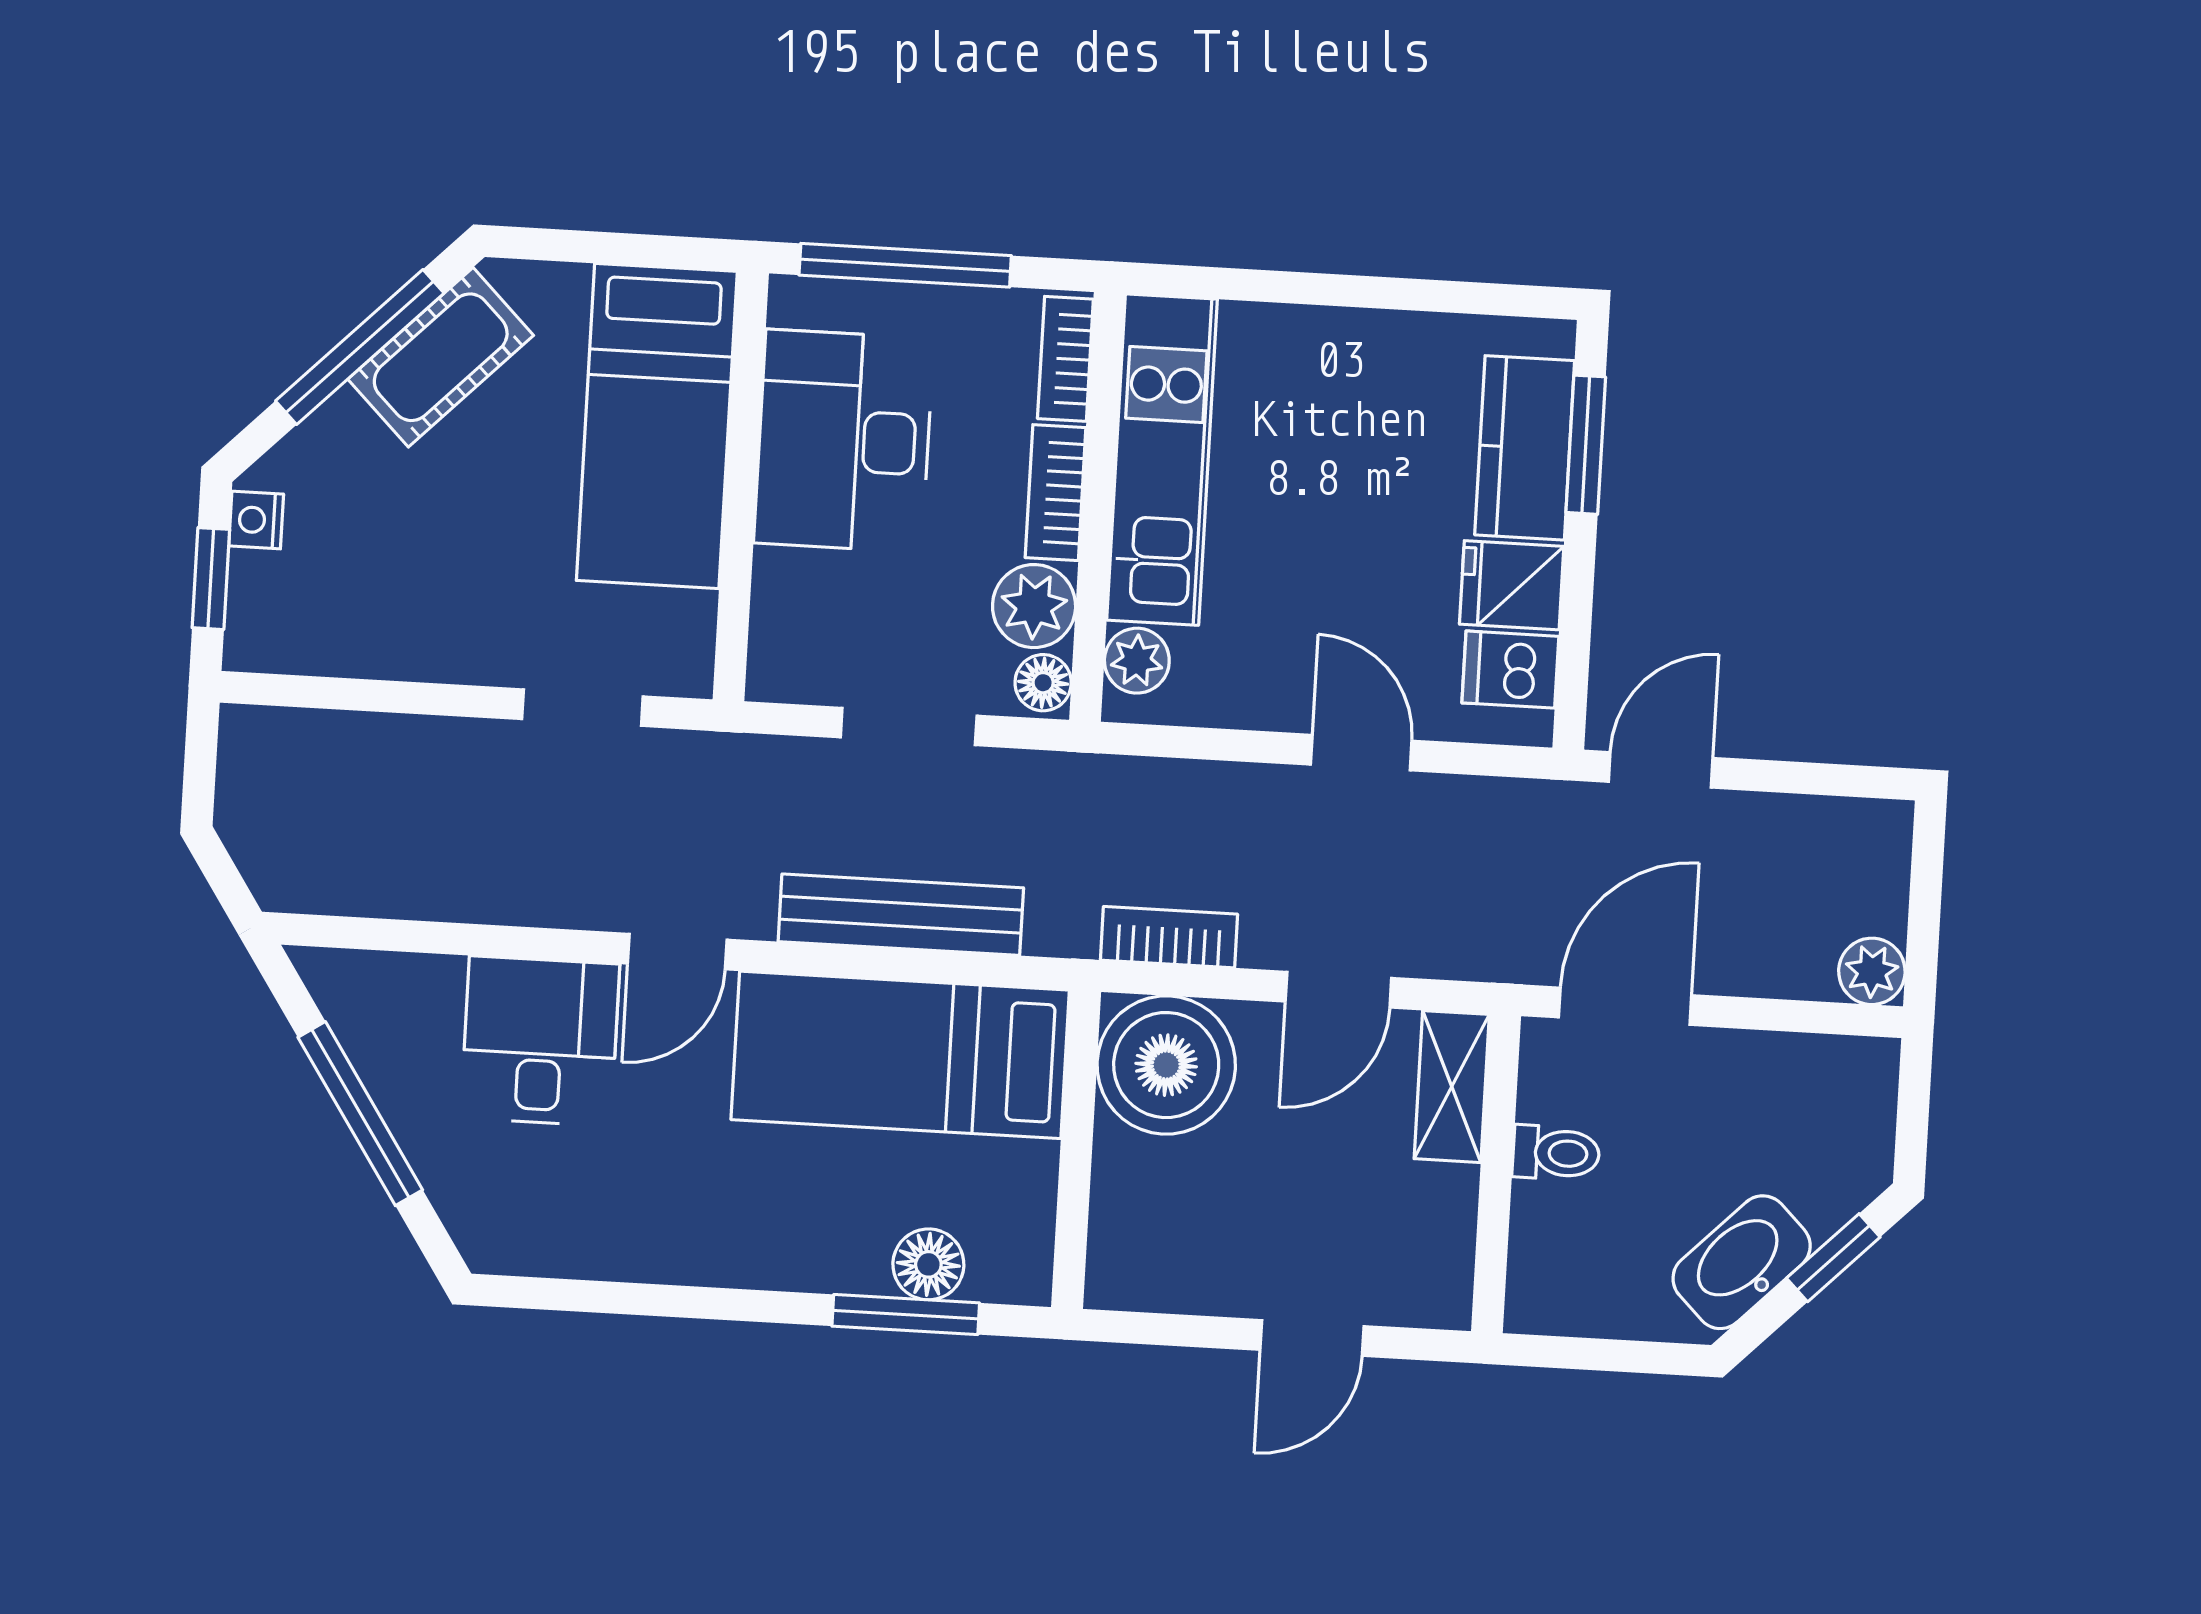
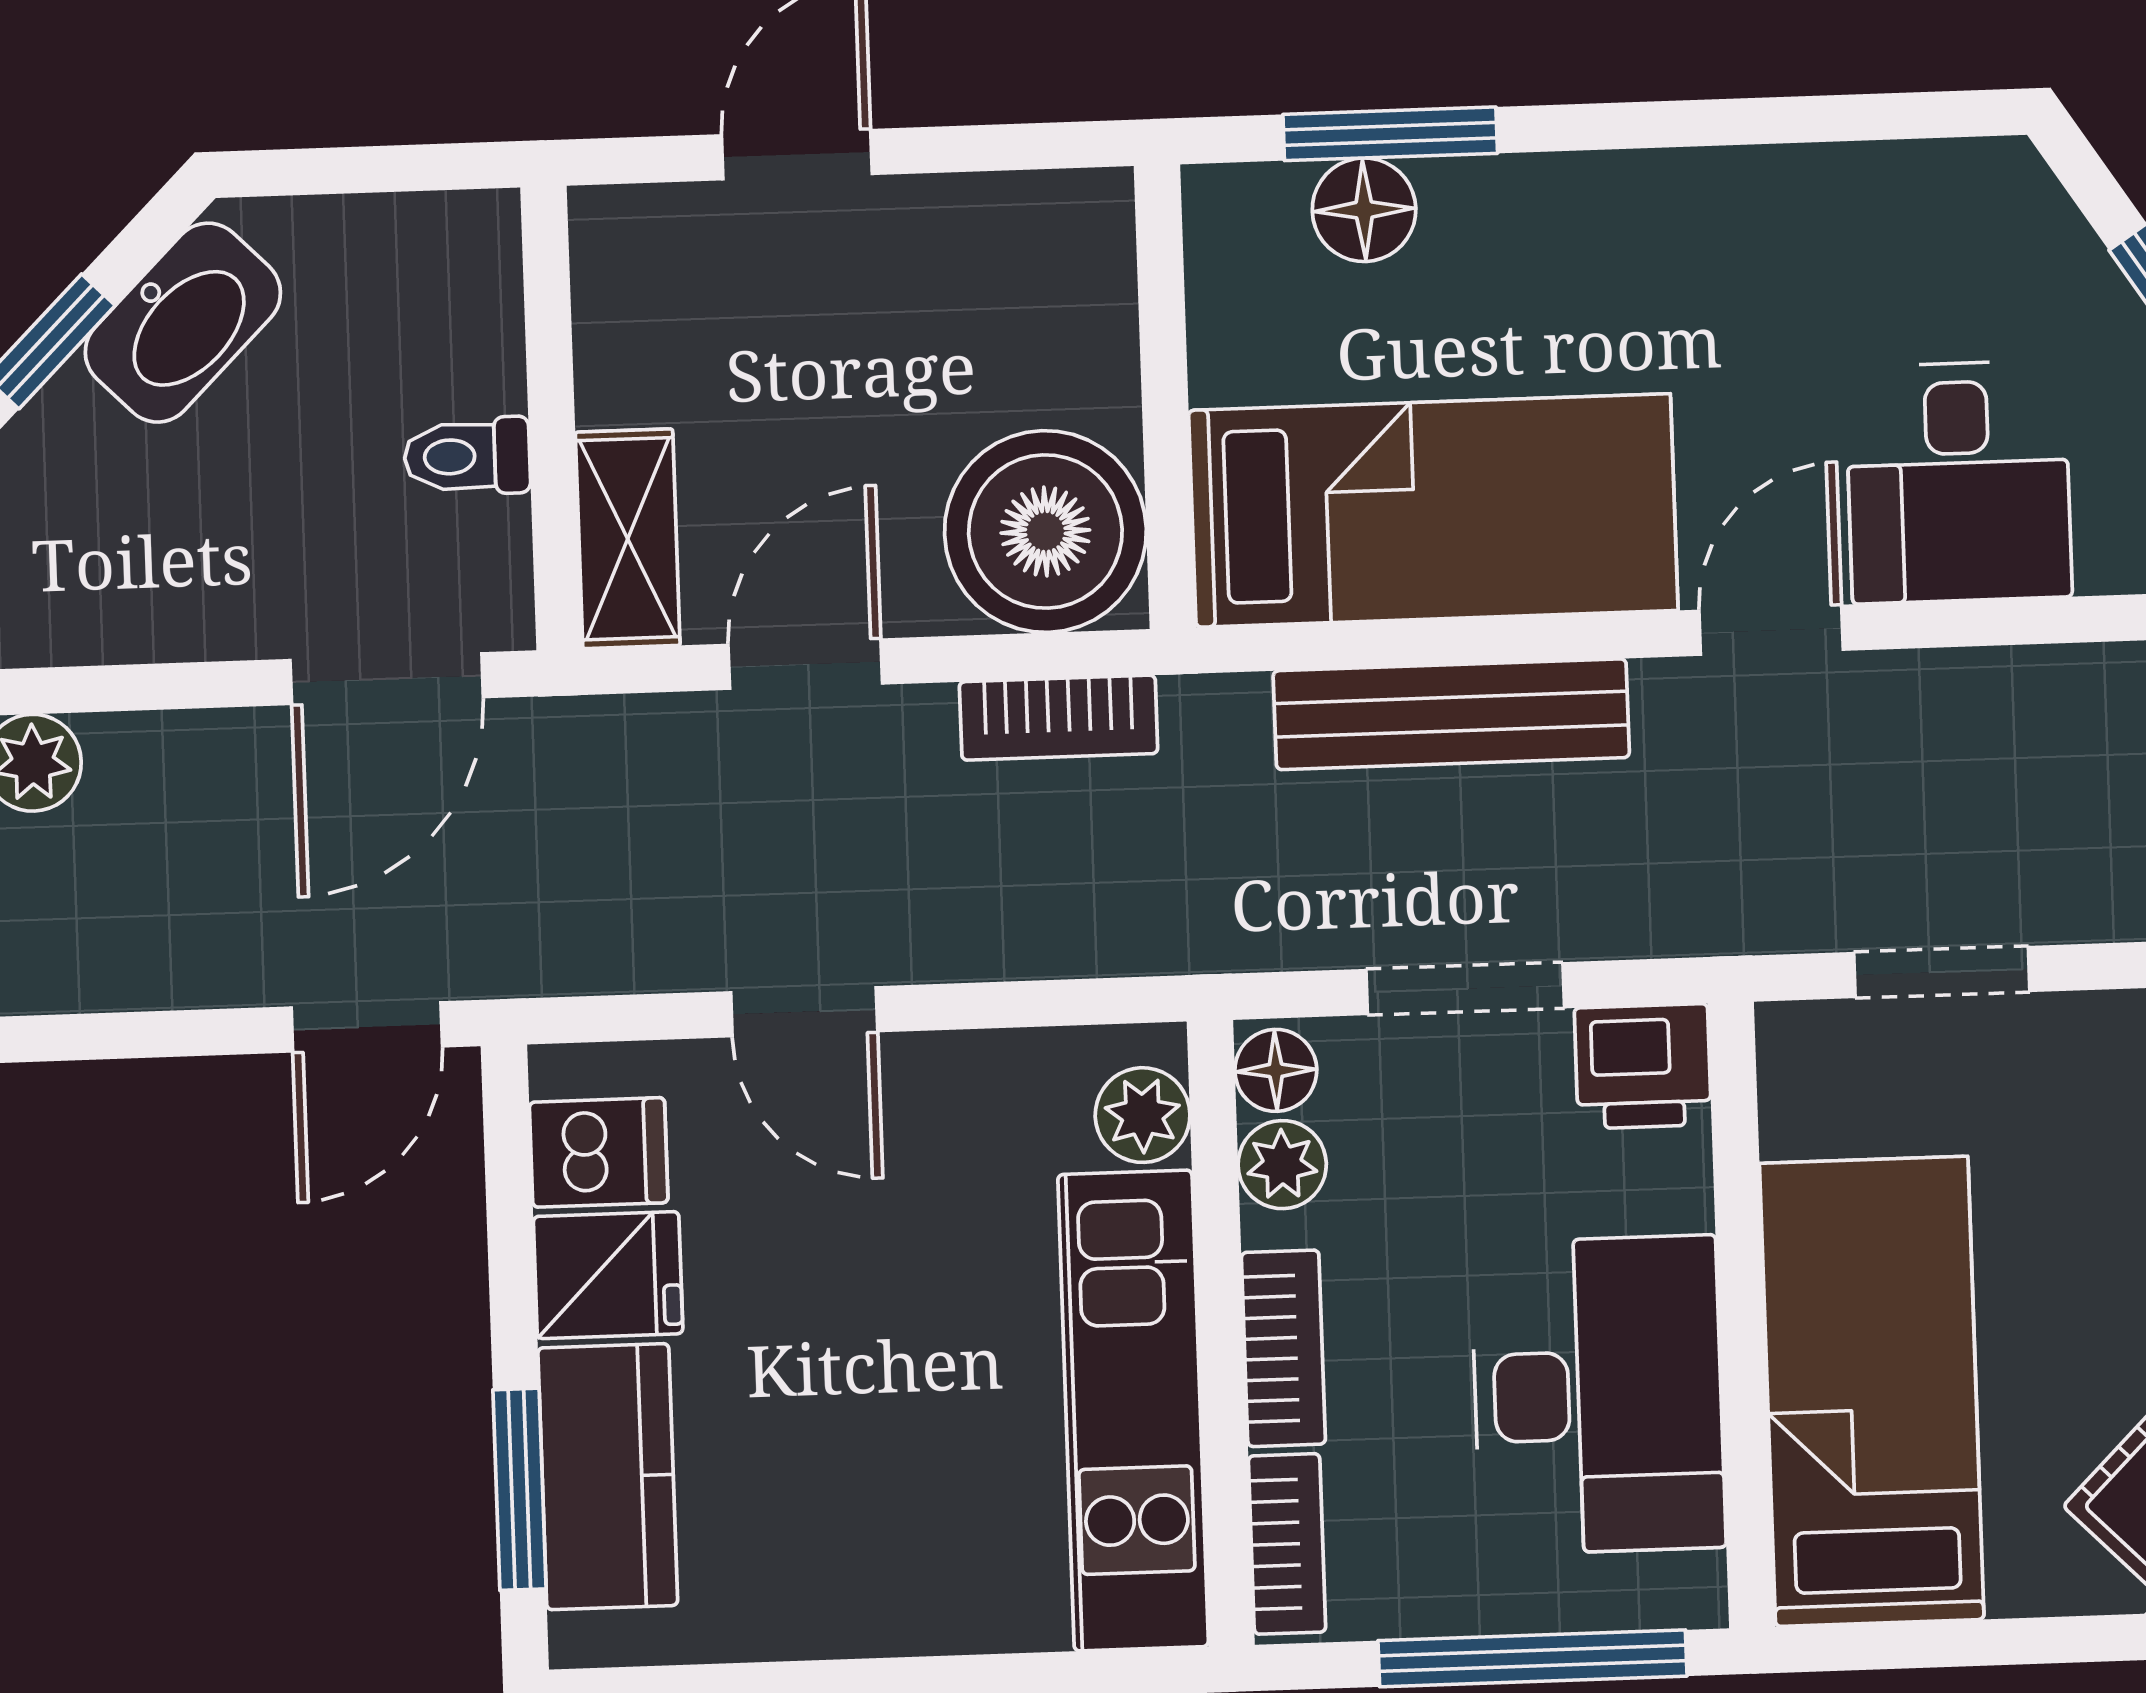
plant: (1034, 606) -> (1282, 1165), width x0.73, depth x0.73
printer: (792, 662) -> (1643, 1066), added

